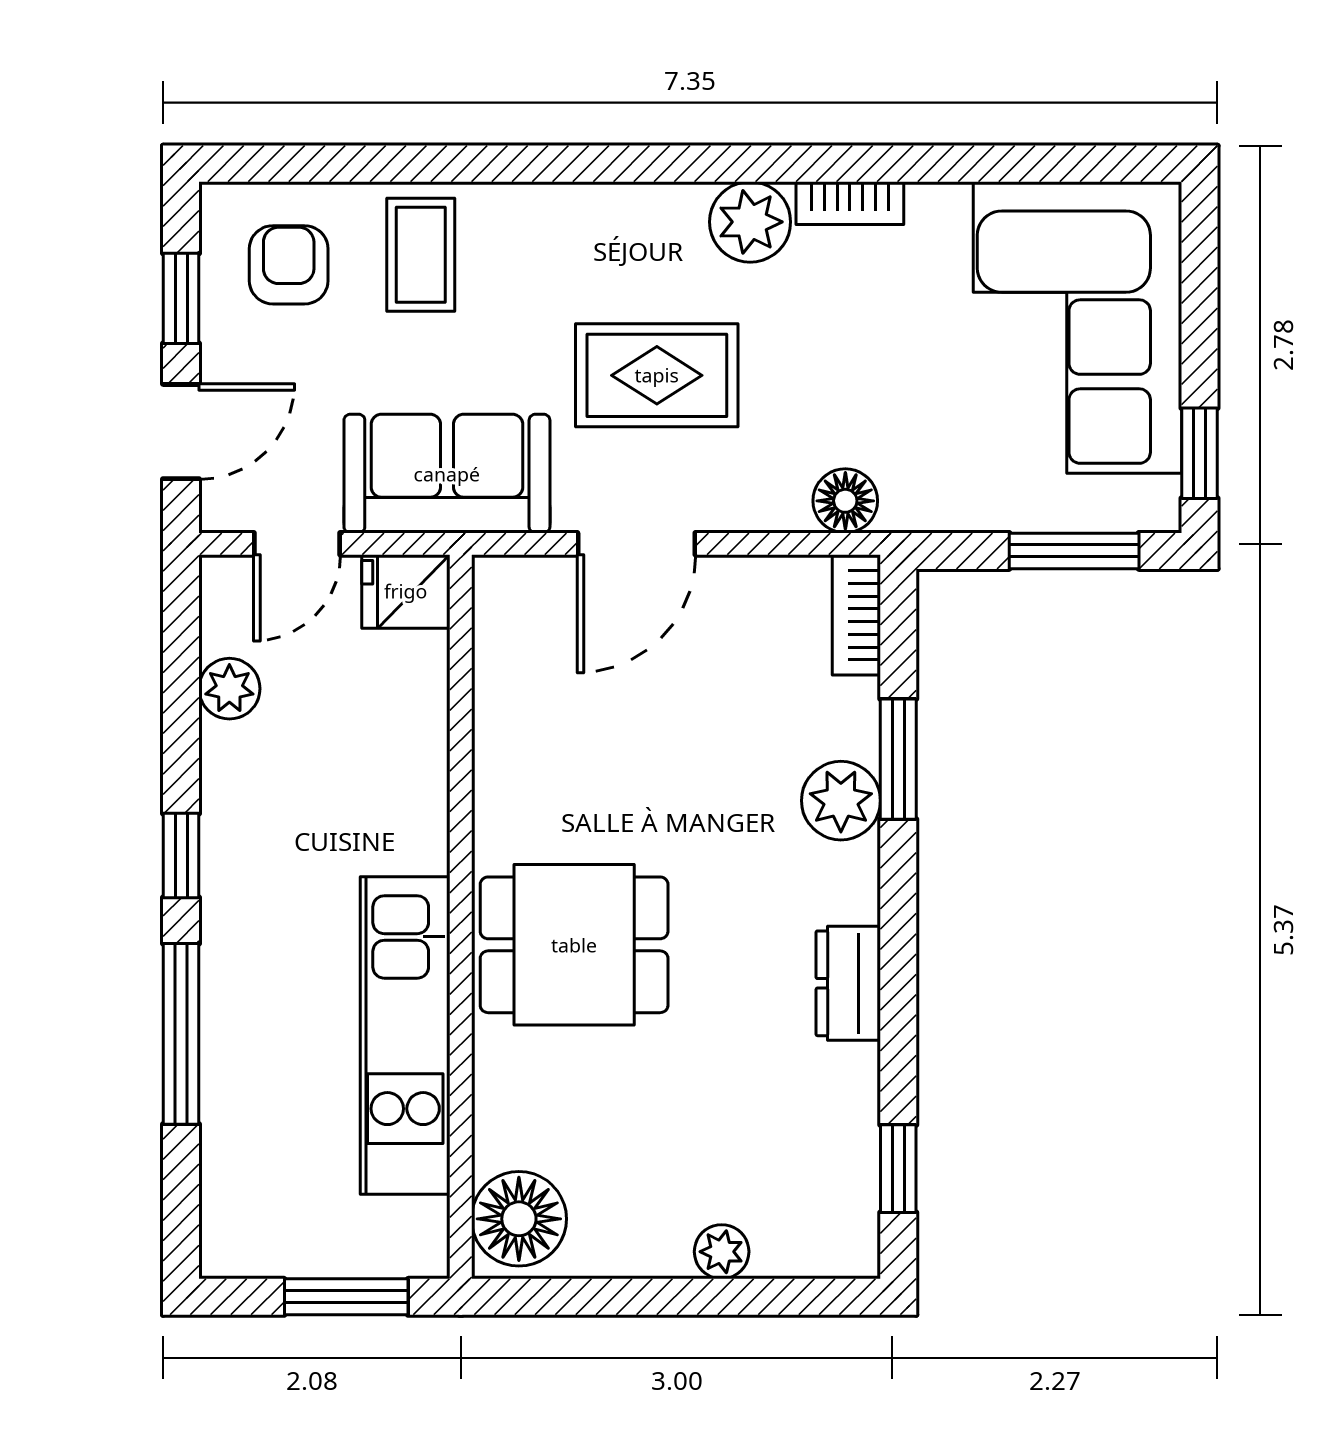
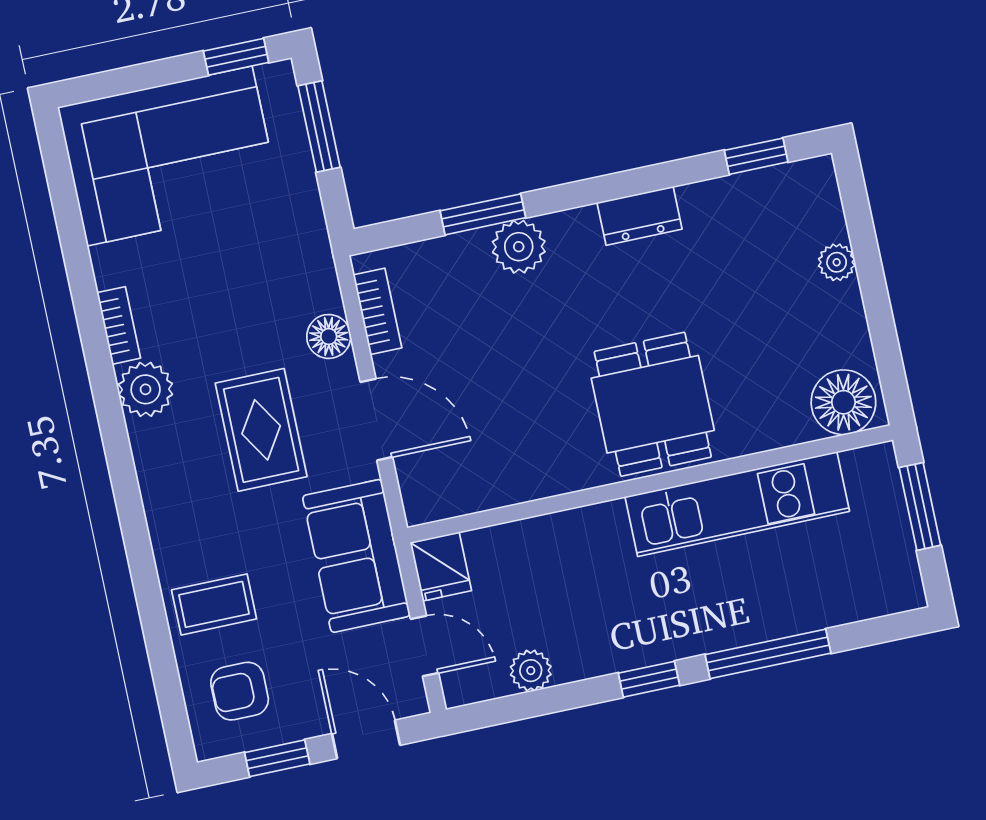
floor lamp: (845, 501) -> (329, 336), moved
bookcase: (856, 615) -> (378, 311), moved, turned -90

